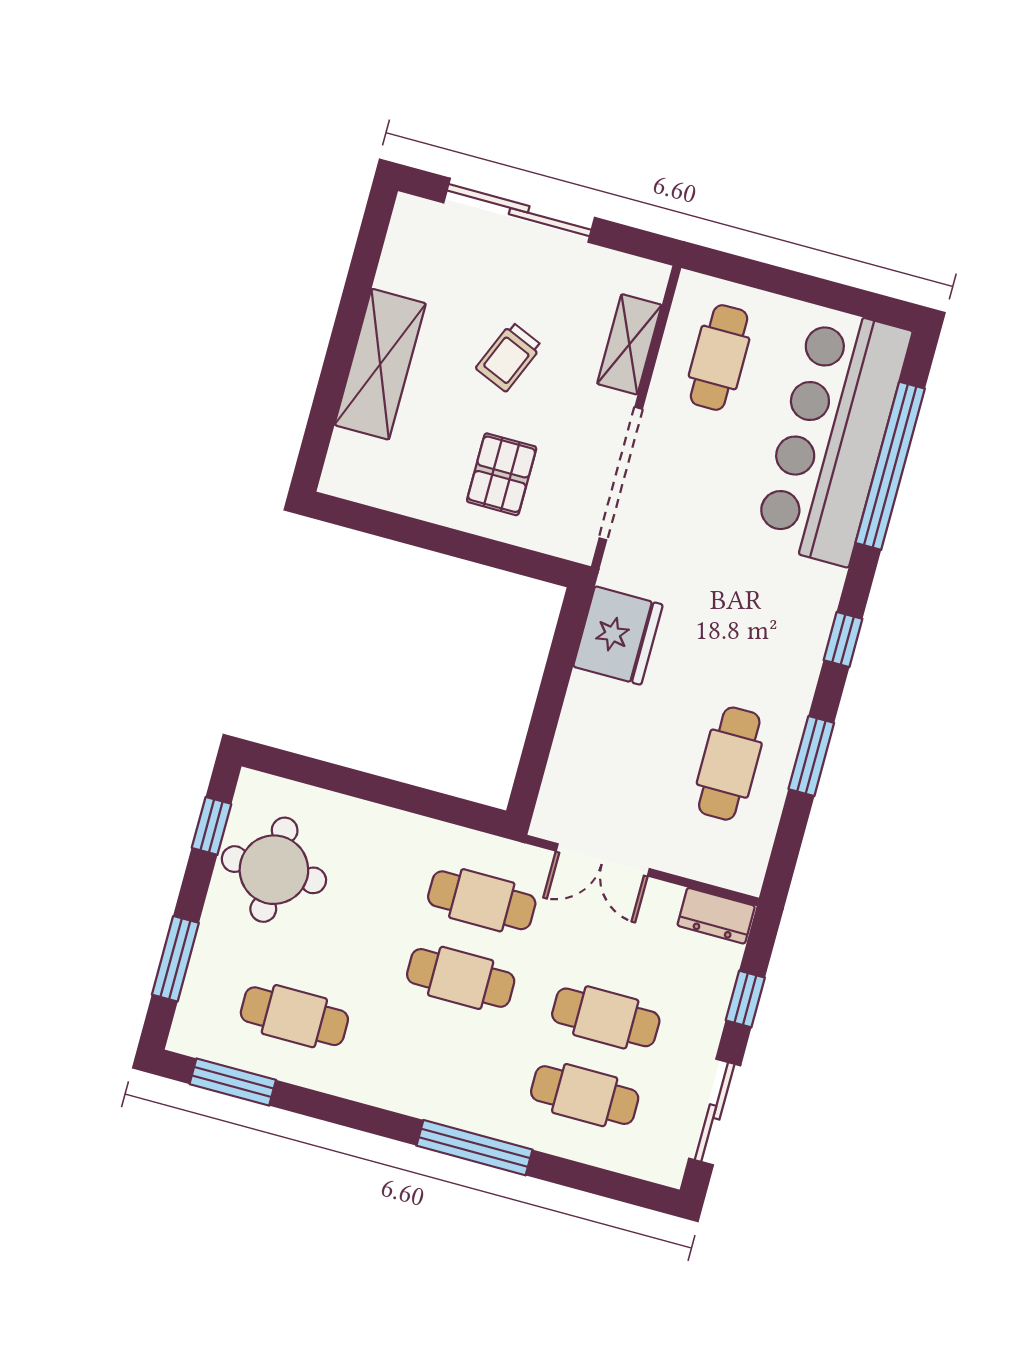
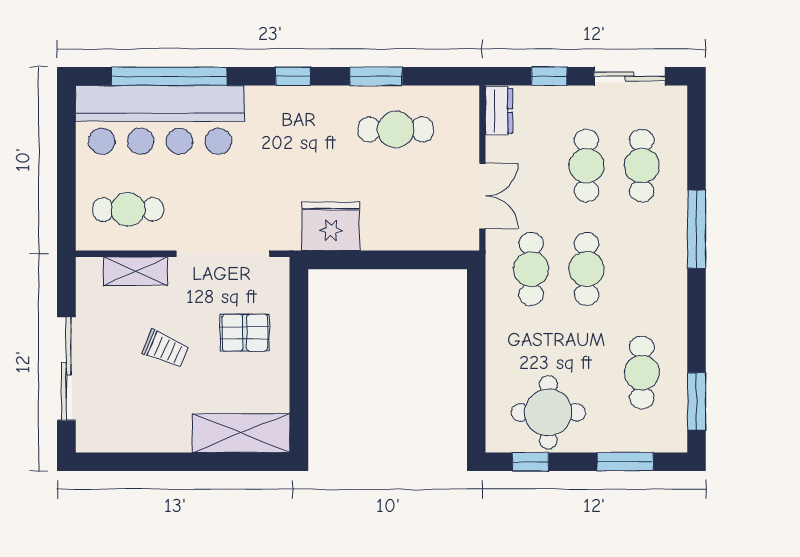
shelving: (380, 364) -> (241, 433), moved

